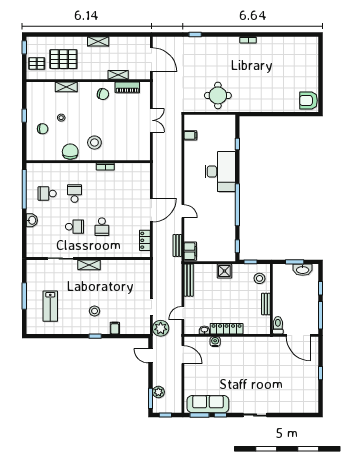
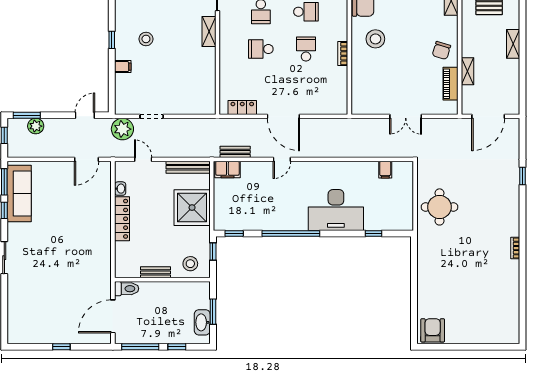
school desk: (102, 194) -> (306, 49), added
shower: (224, 271) -> (192, 208), width x1.86, depth x1.86
water cooler: (215, 342) -> (104, 203), removed

